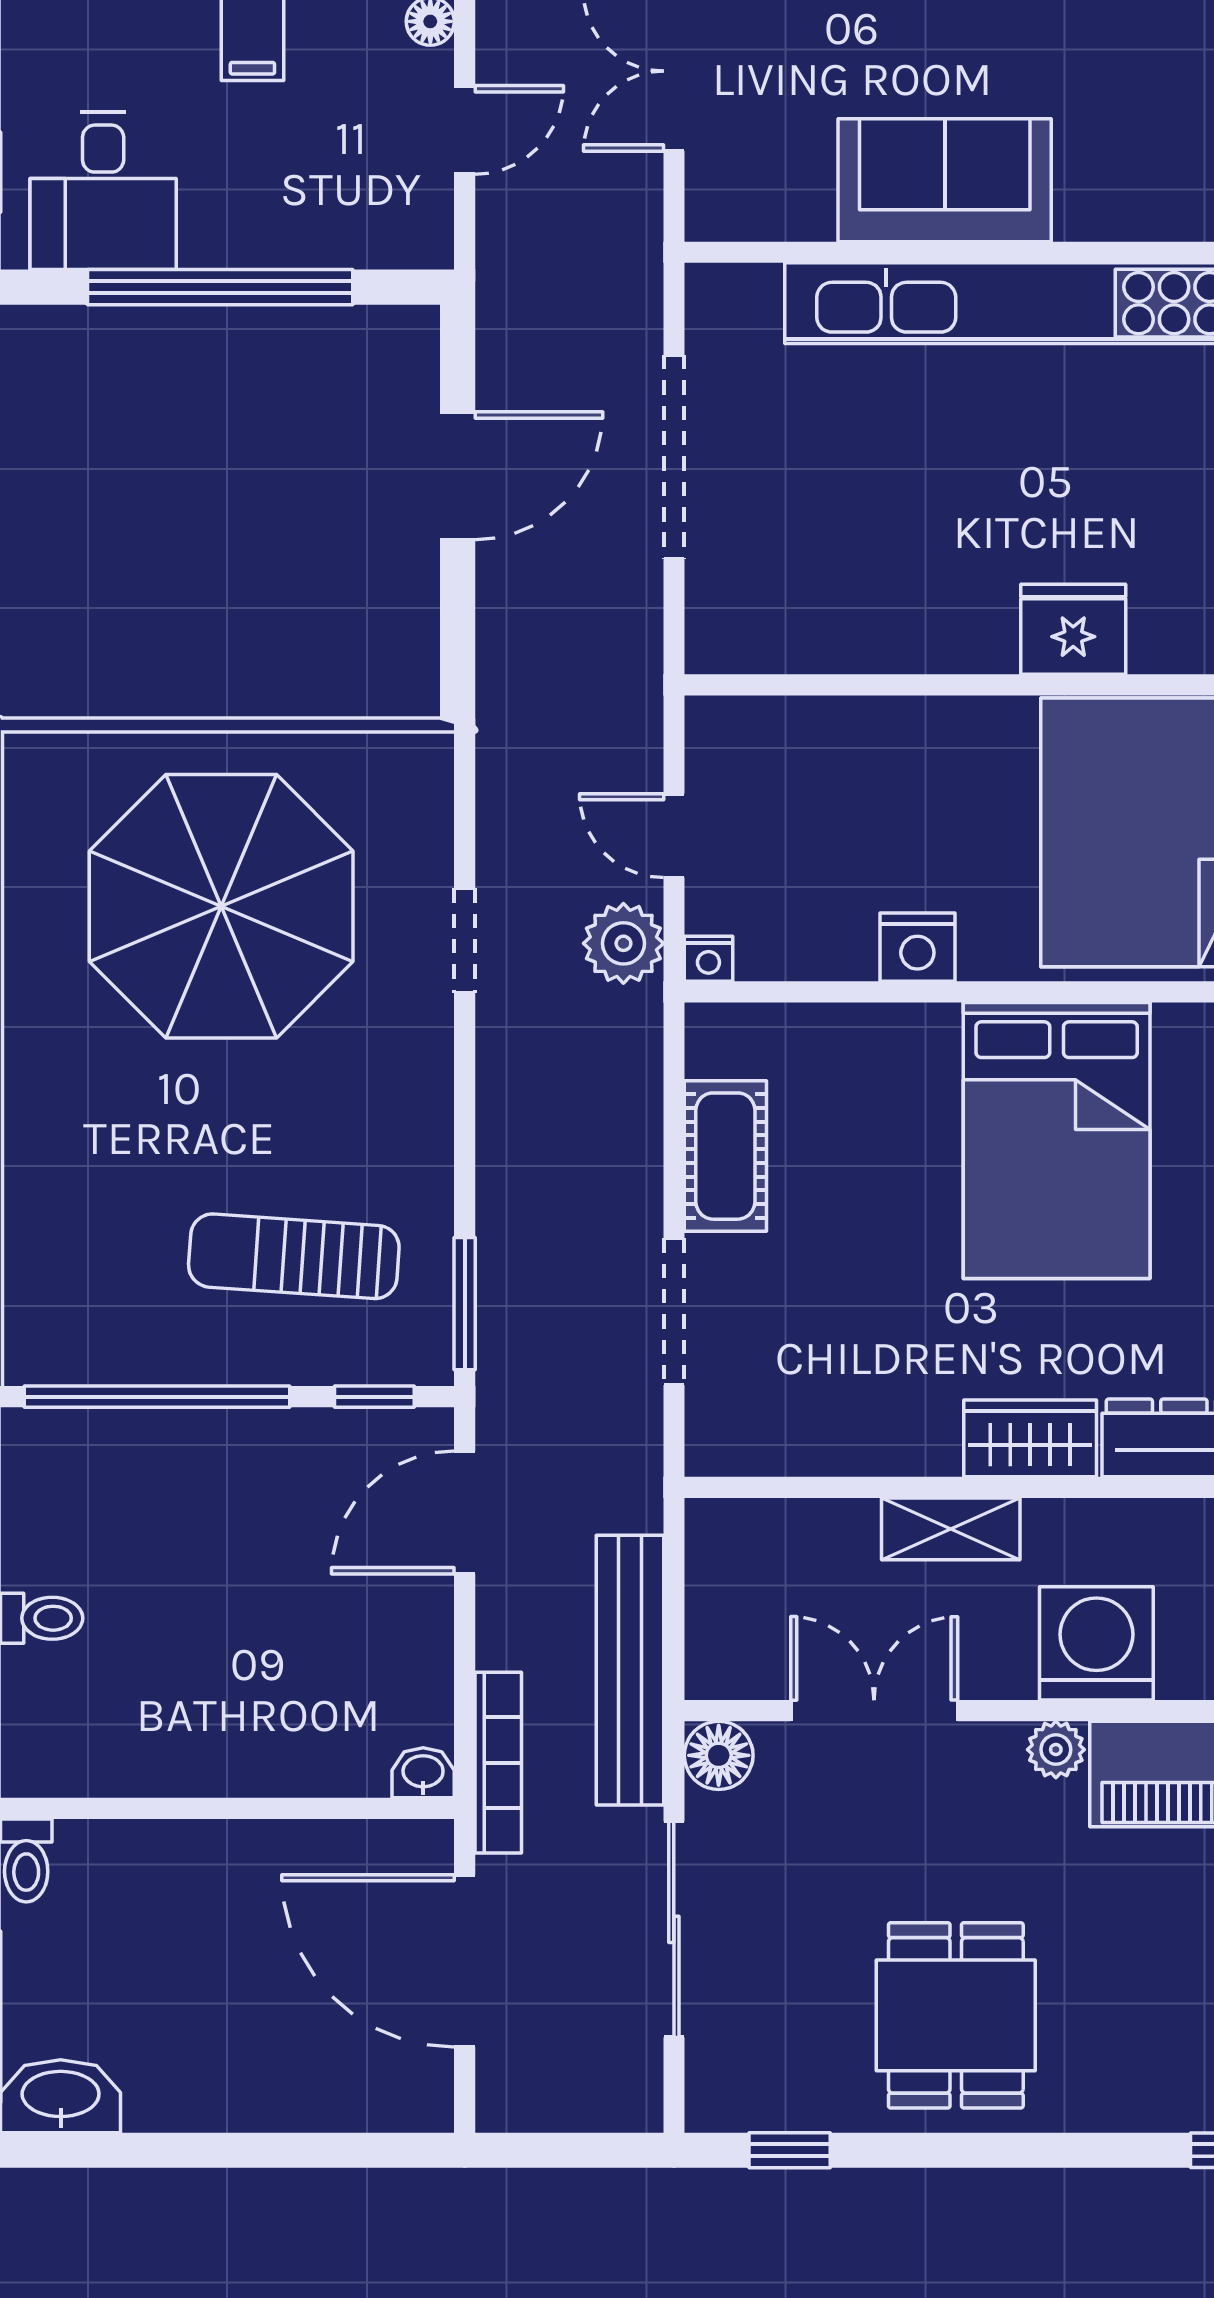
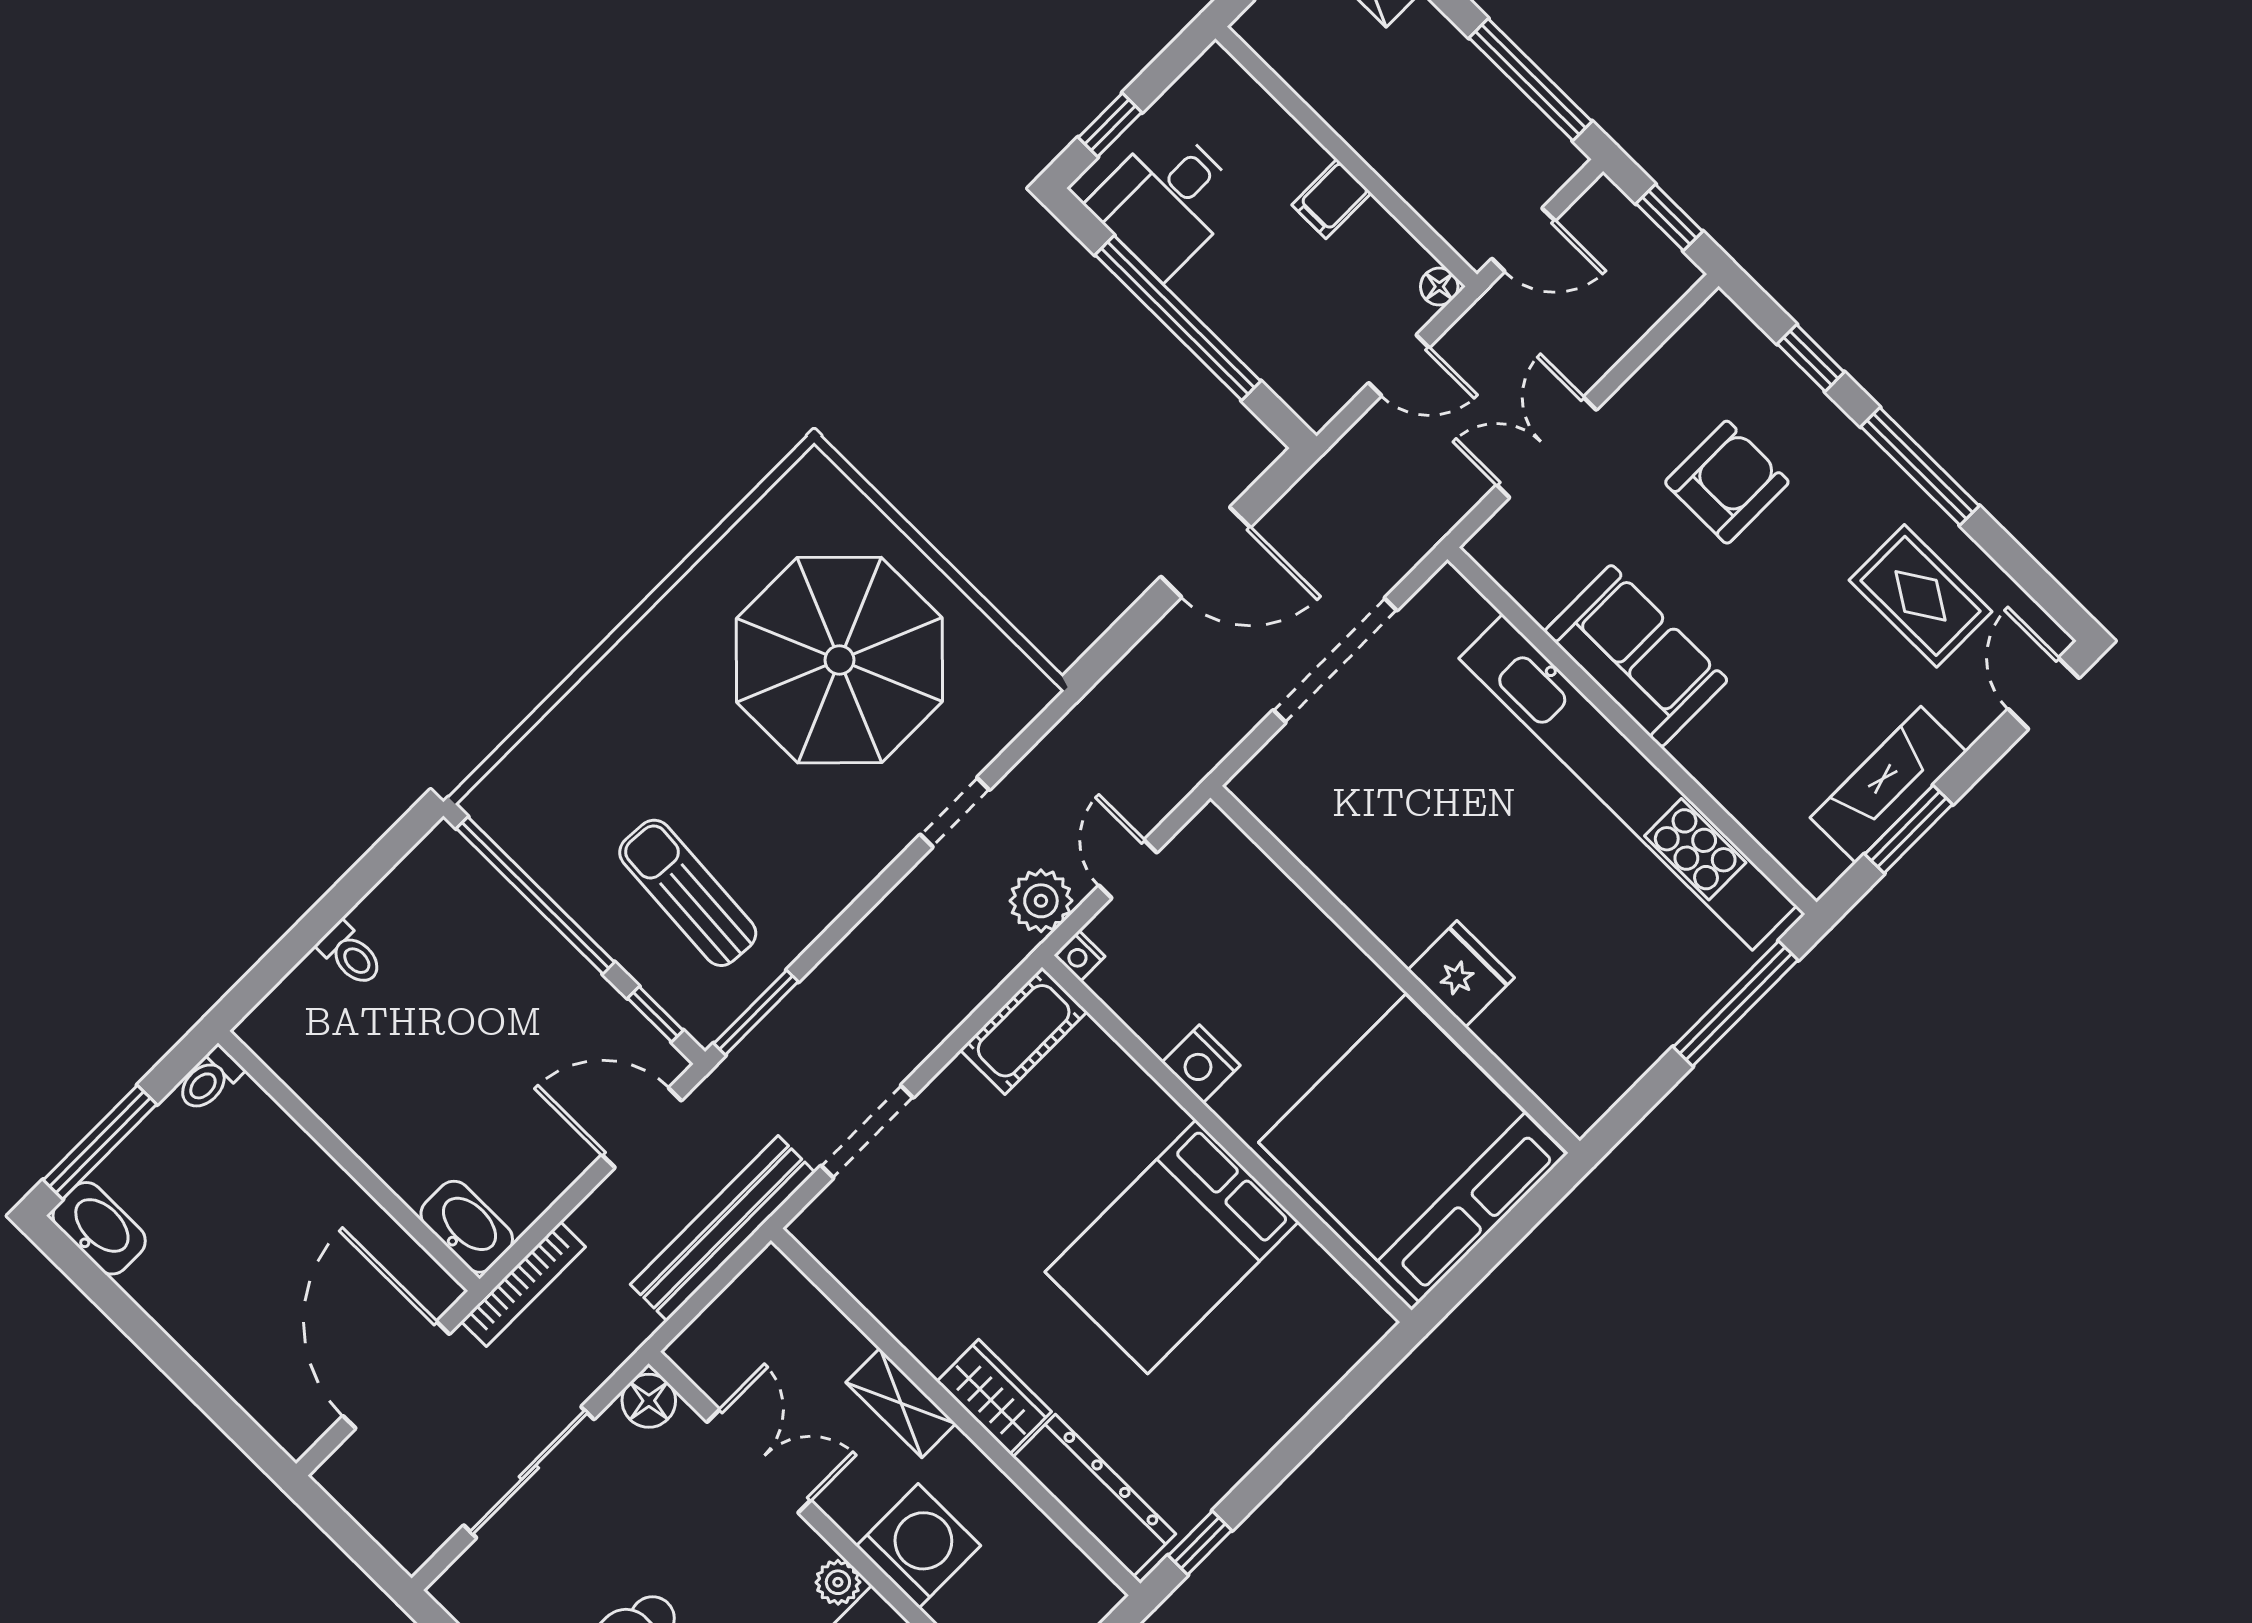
cot: (725, 1156) -> (1024, 1031), moved
bench: (630, 1670) -> (723, 1228), moved
washbasin: (423, 1773) -> (467, 1227), width x1.91, depth x1.45

